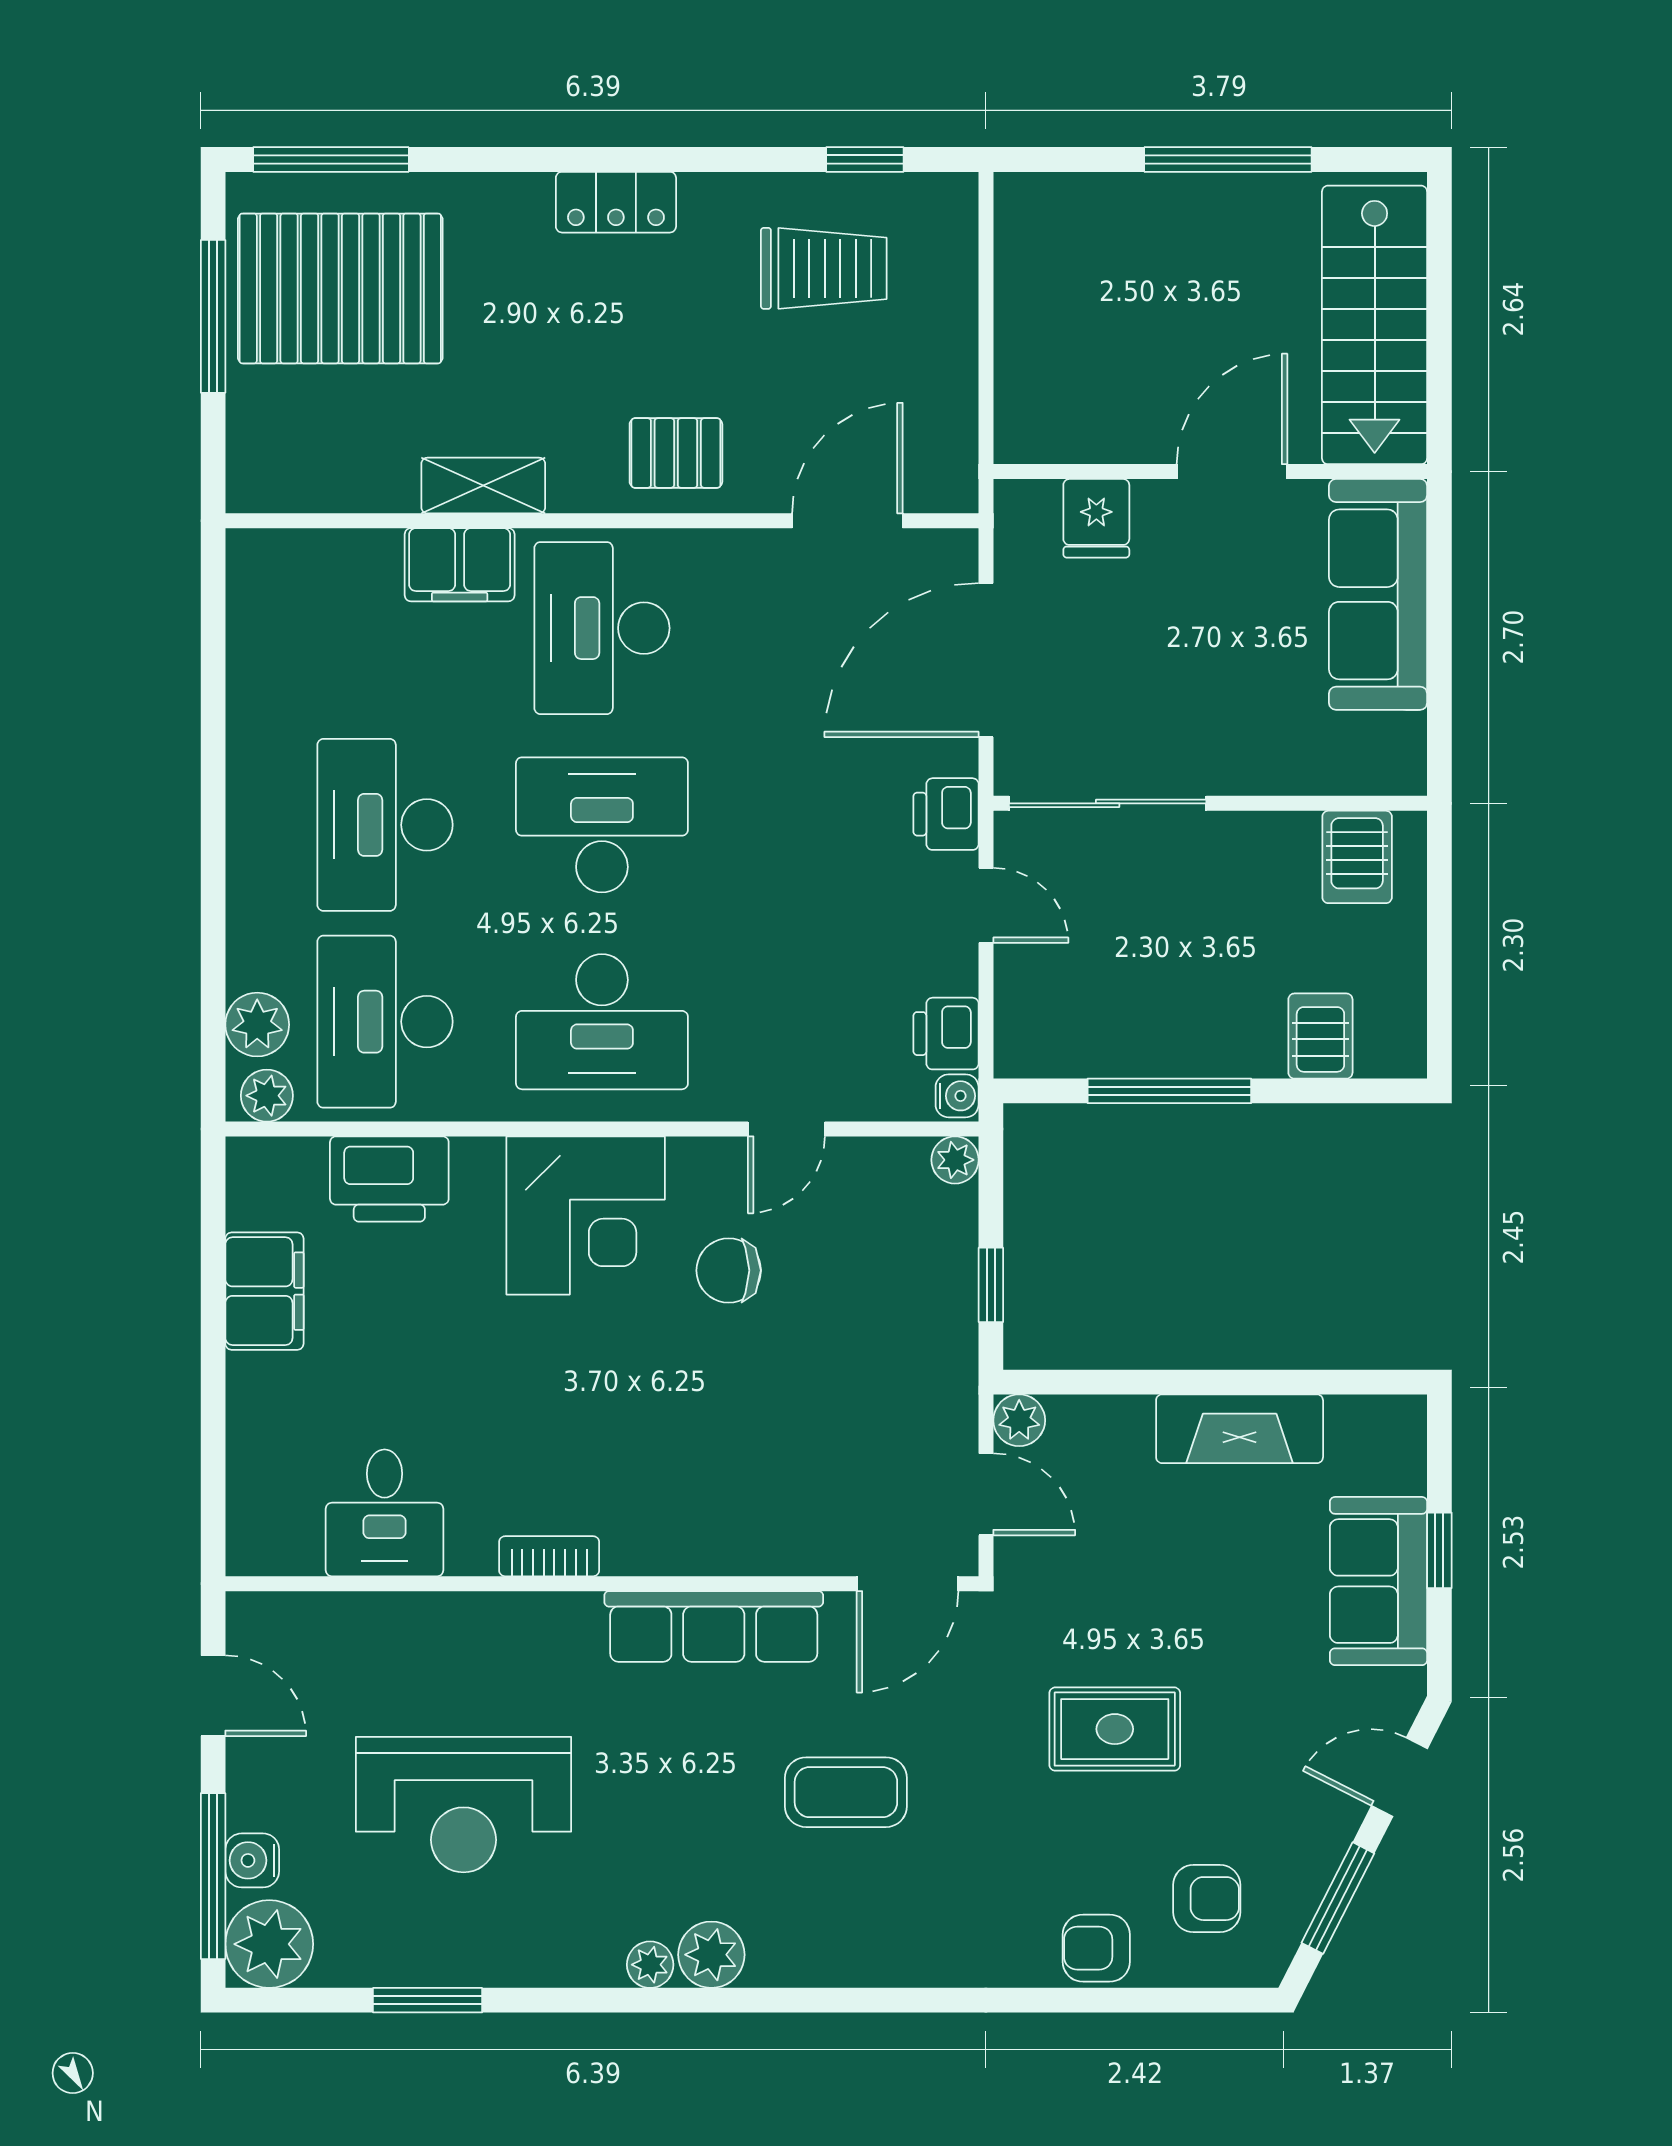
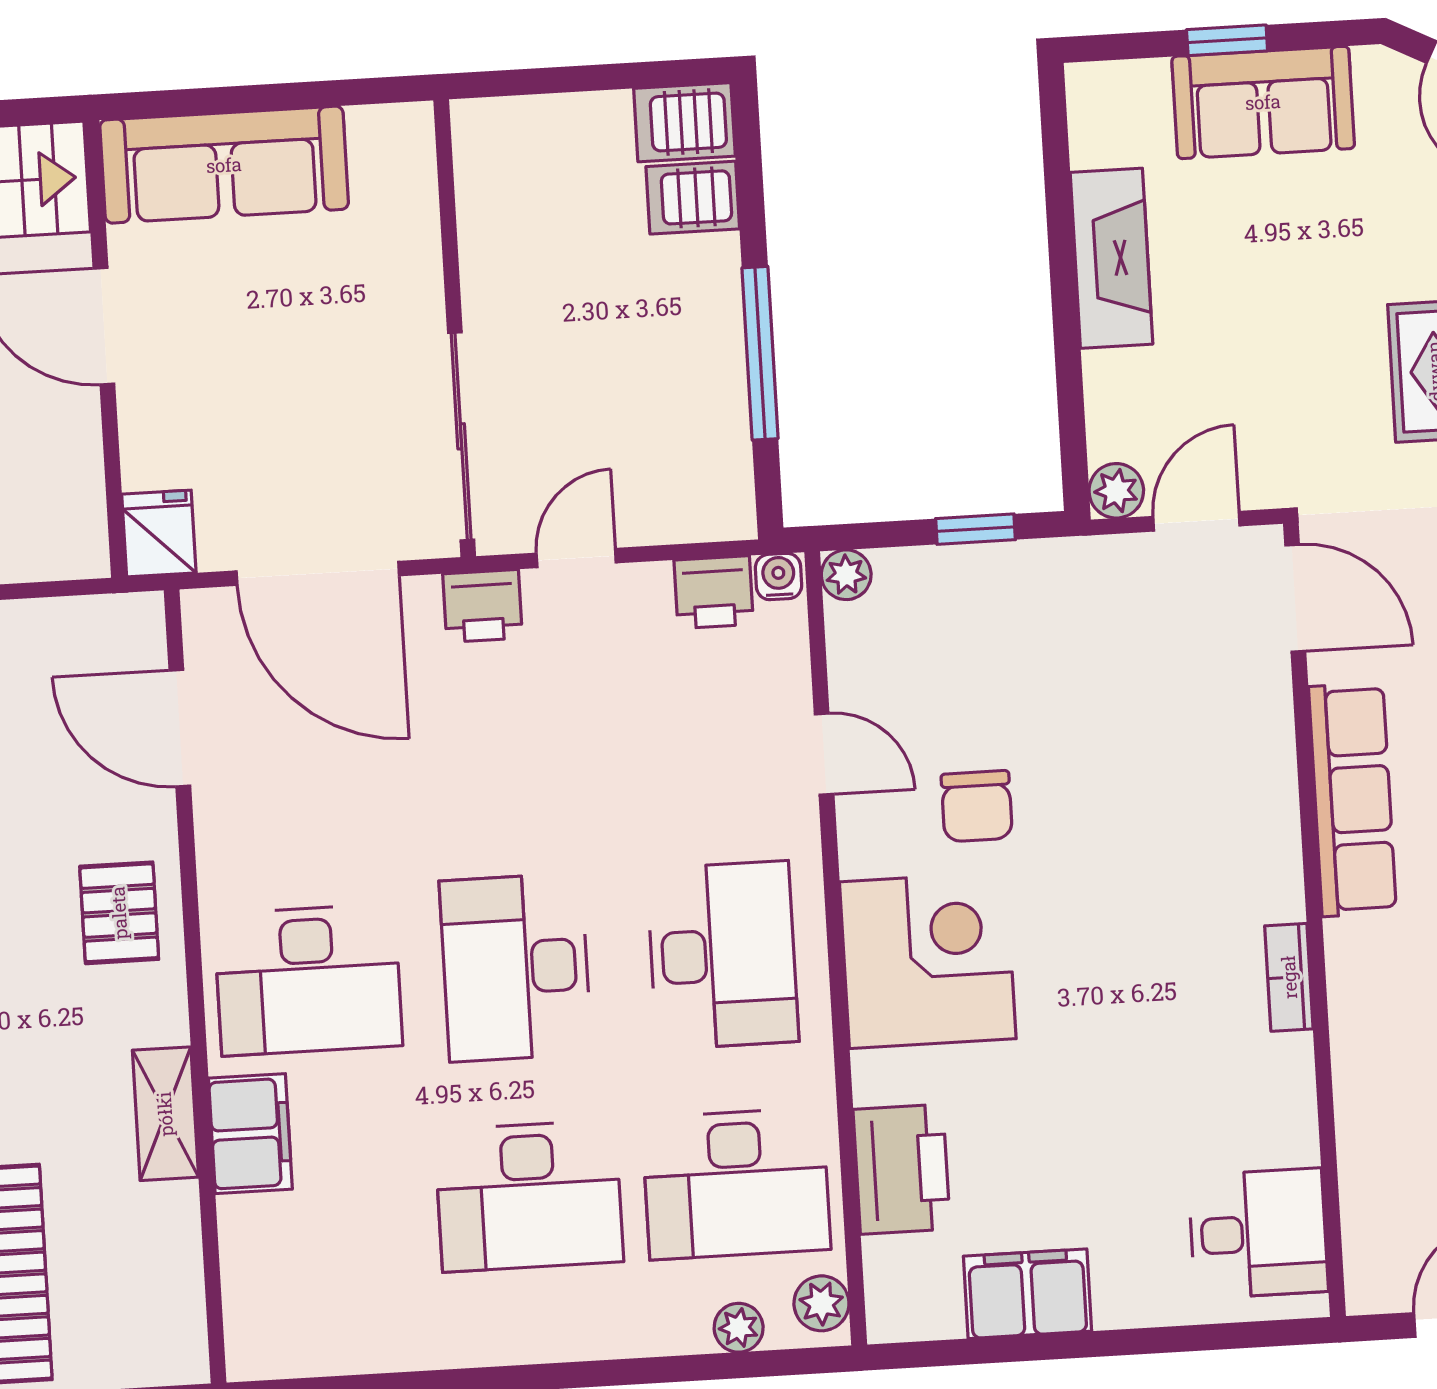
fridge: (1096, 518) -> (159, 534), moved, turned -90
server rack: (1357, 857) -> (684, 122), moved, turned 180
plant: (257, 1025) -> (739, 1328), width x0.73, depth x0.73
desk: (385, 1513) -> (1258, 1233), moved

